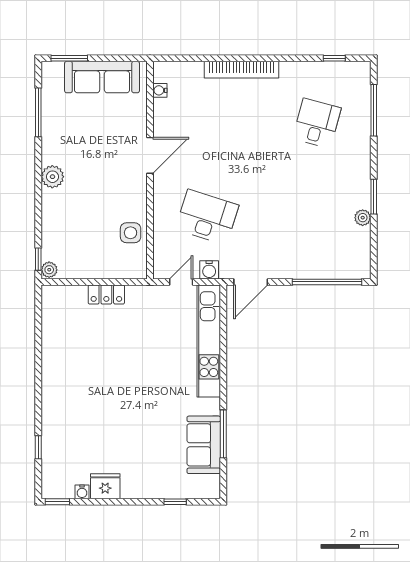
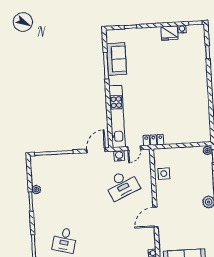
desk: (207, 217) -> (122, 185), turned -42
locker: (106, 294) -> (153, 140), moved

